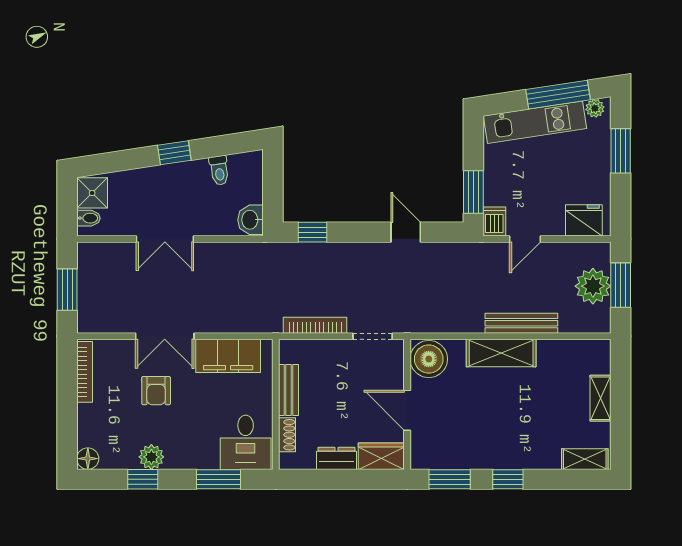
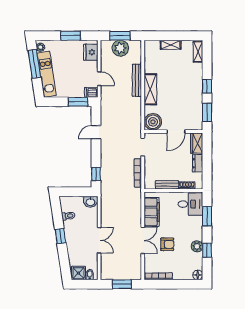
window: (621, 151) -> (70, 36), moved

